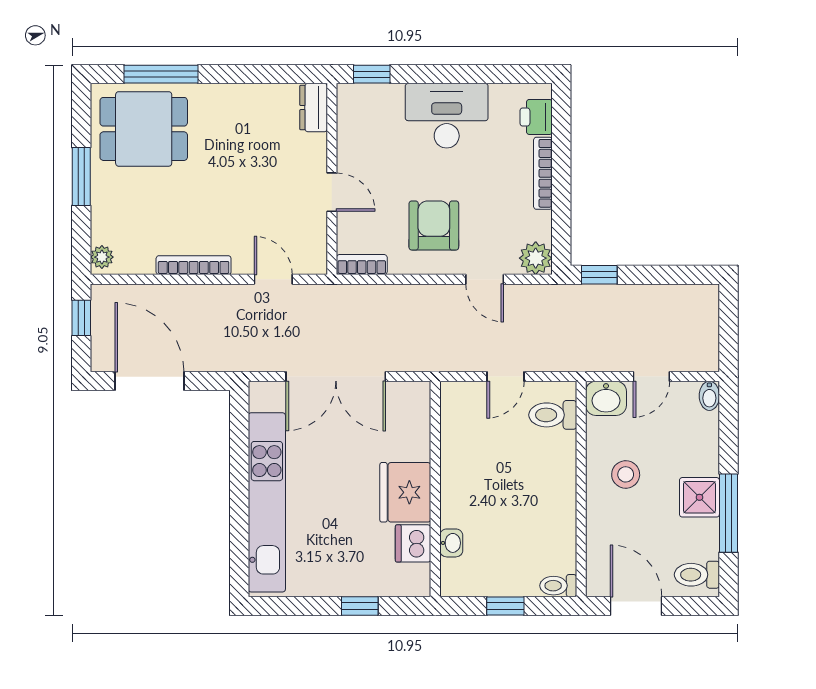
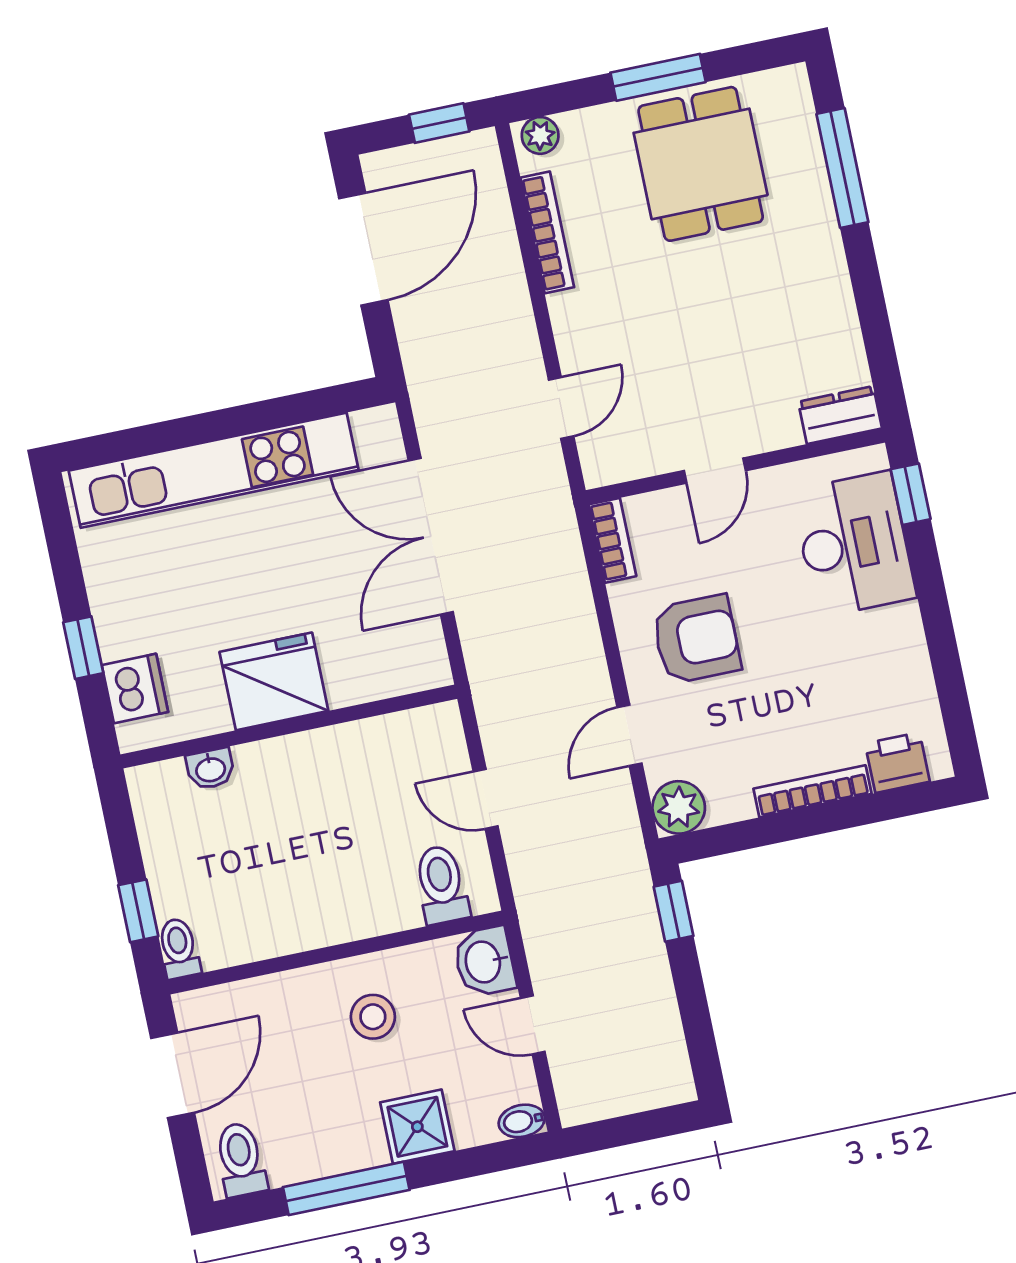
desk: (447, 116) -> (854, 544), moved
dining table: (144, 129) -> (701, 164), moved
bookcase: (194, 265) -> (547, 232), moved
shower: (699, 497) -> (417, 1127), moved
dishwasher: (413, 543) -> (135, 689), moved, turned 90
window: (505, 606) -> (138, 911), moved

